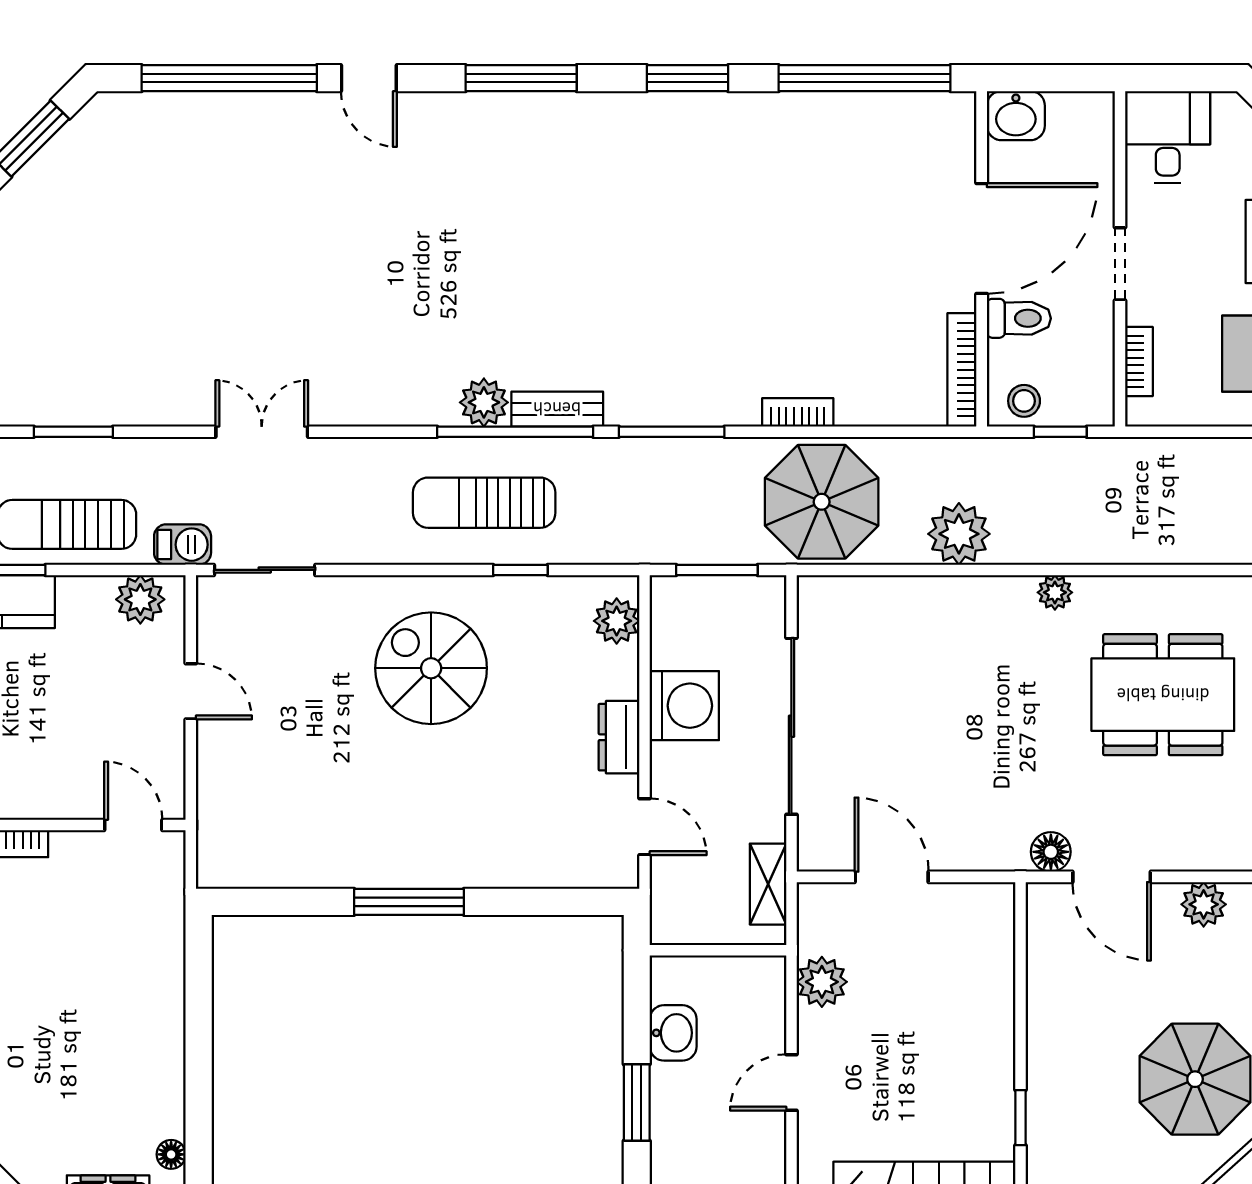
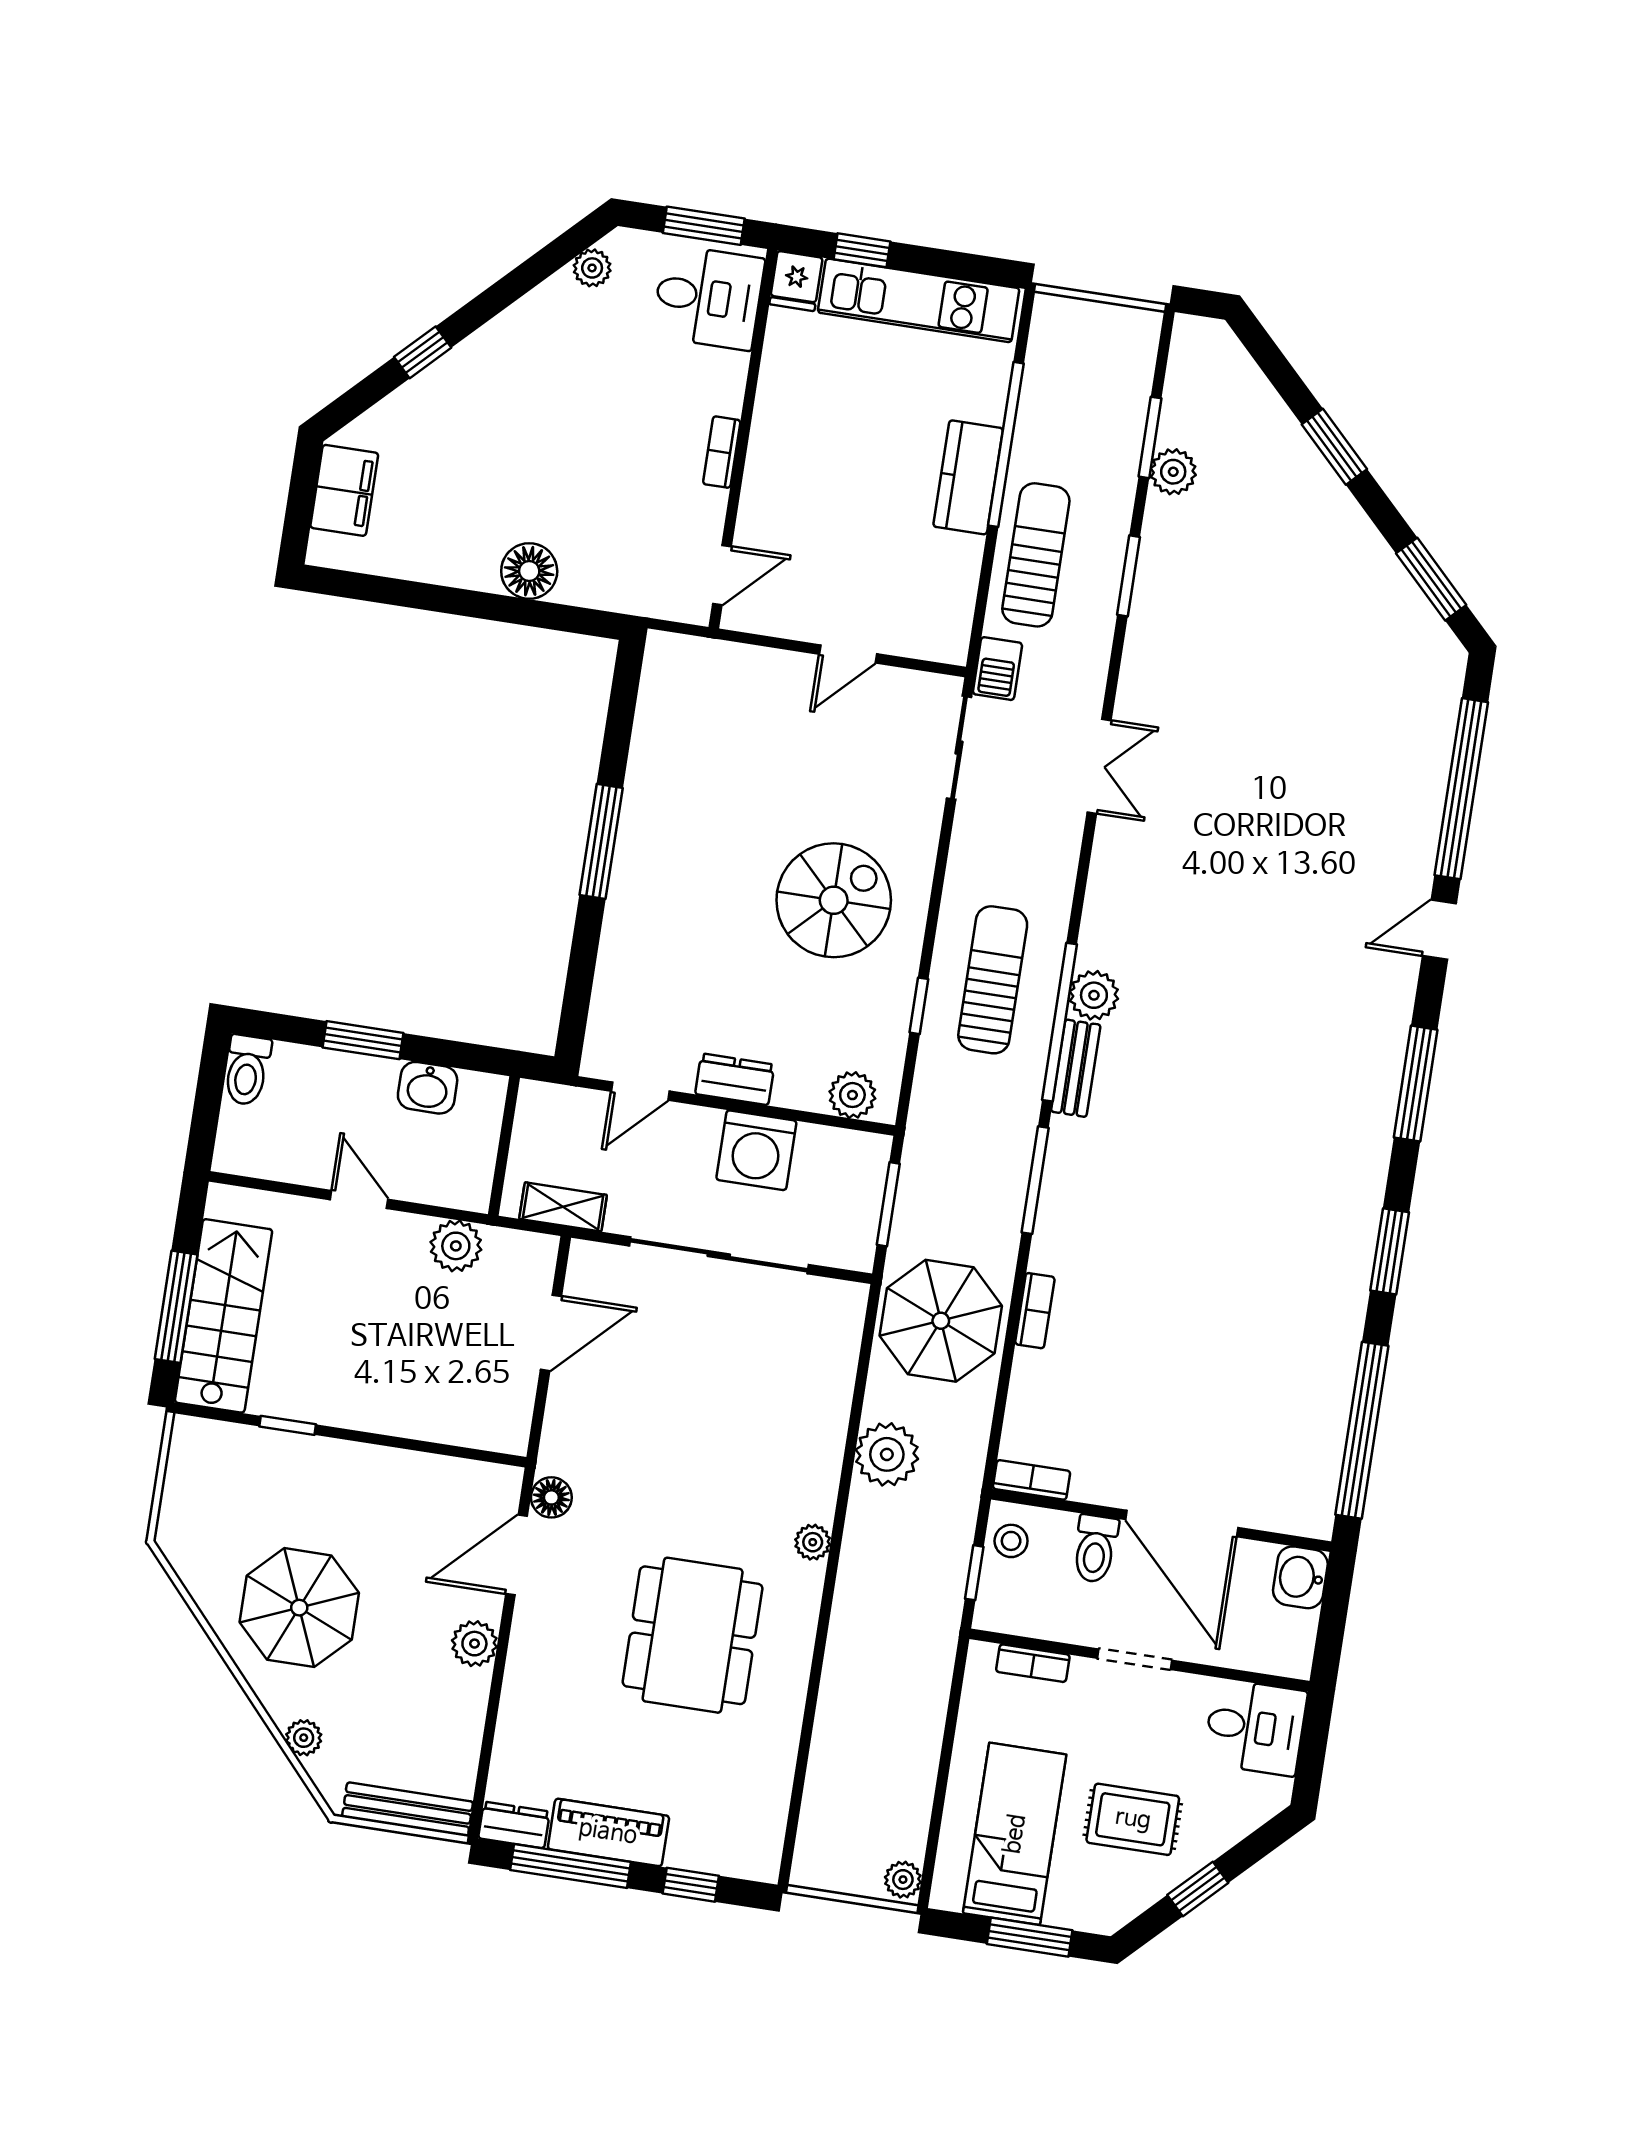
bookcase: (962, 370) -> (1032, 1480), width x0.64
plant: (140, 599) -> (949, 617), removed
floor lamp: (171, 1154) -> (529, 571), moved, width x1.89, depth x1.89

